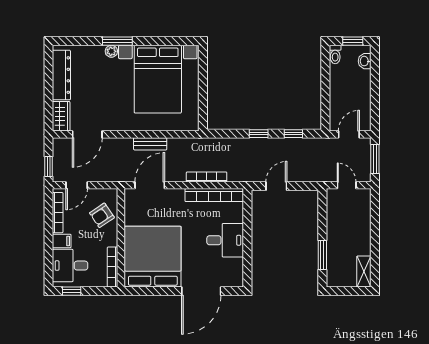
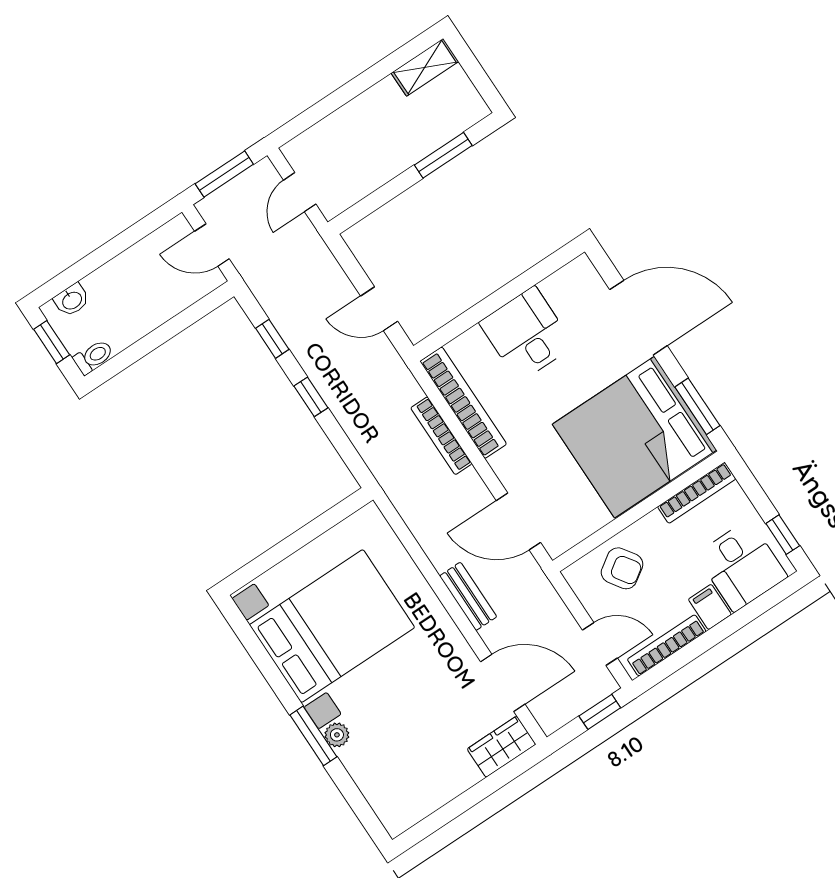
dresser: (61, 75) -> (432, 792), removed
bench: (150, 144) -> (468, 596), moved
window: (148, 291) -> (697, 406), added

